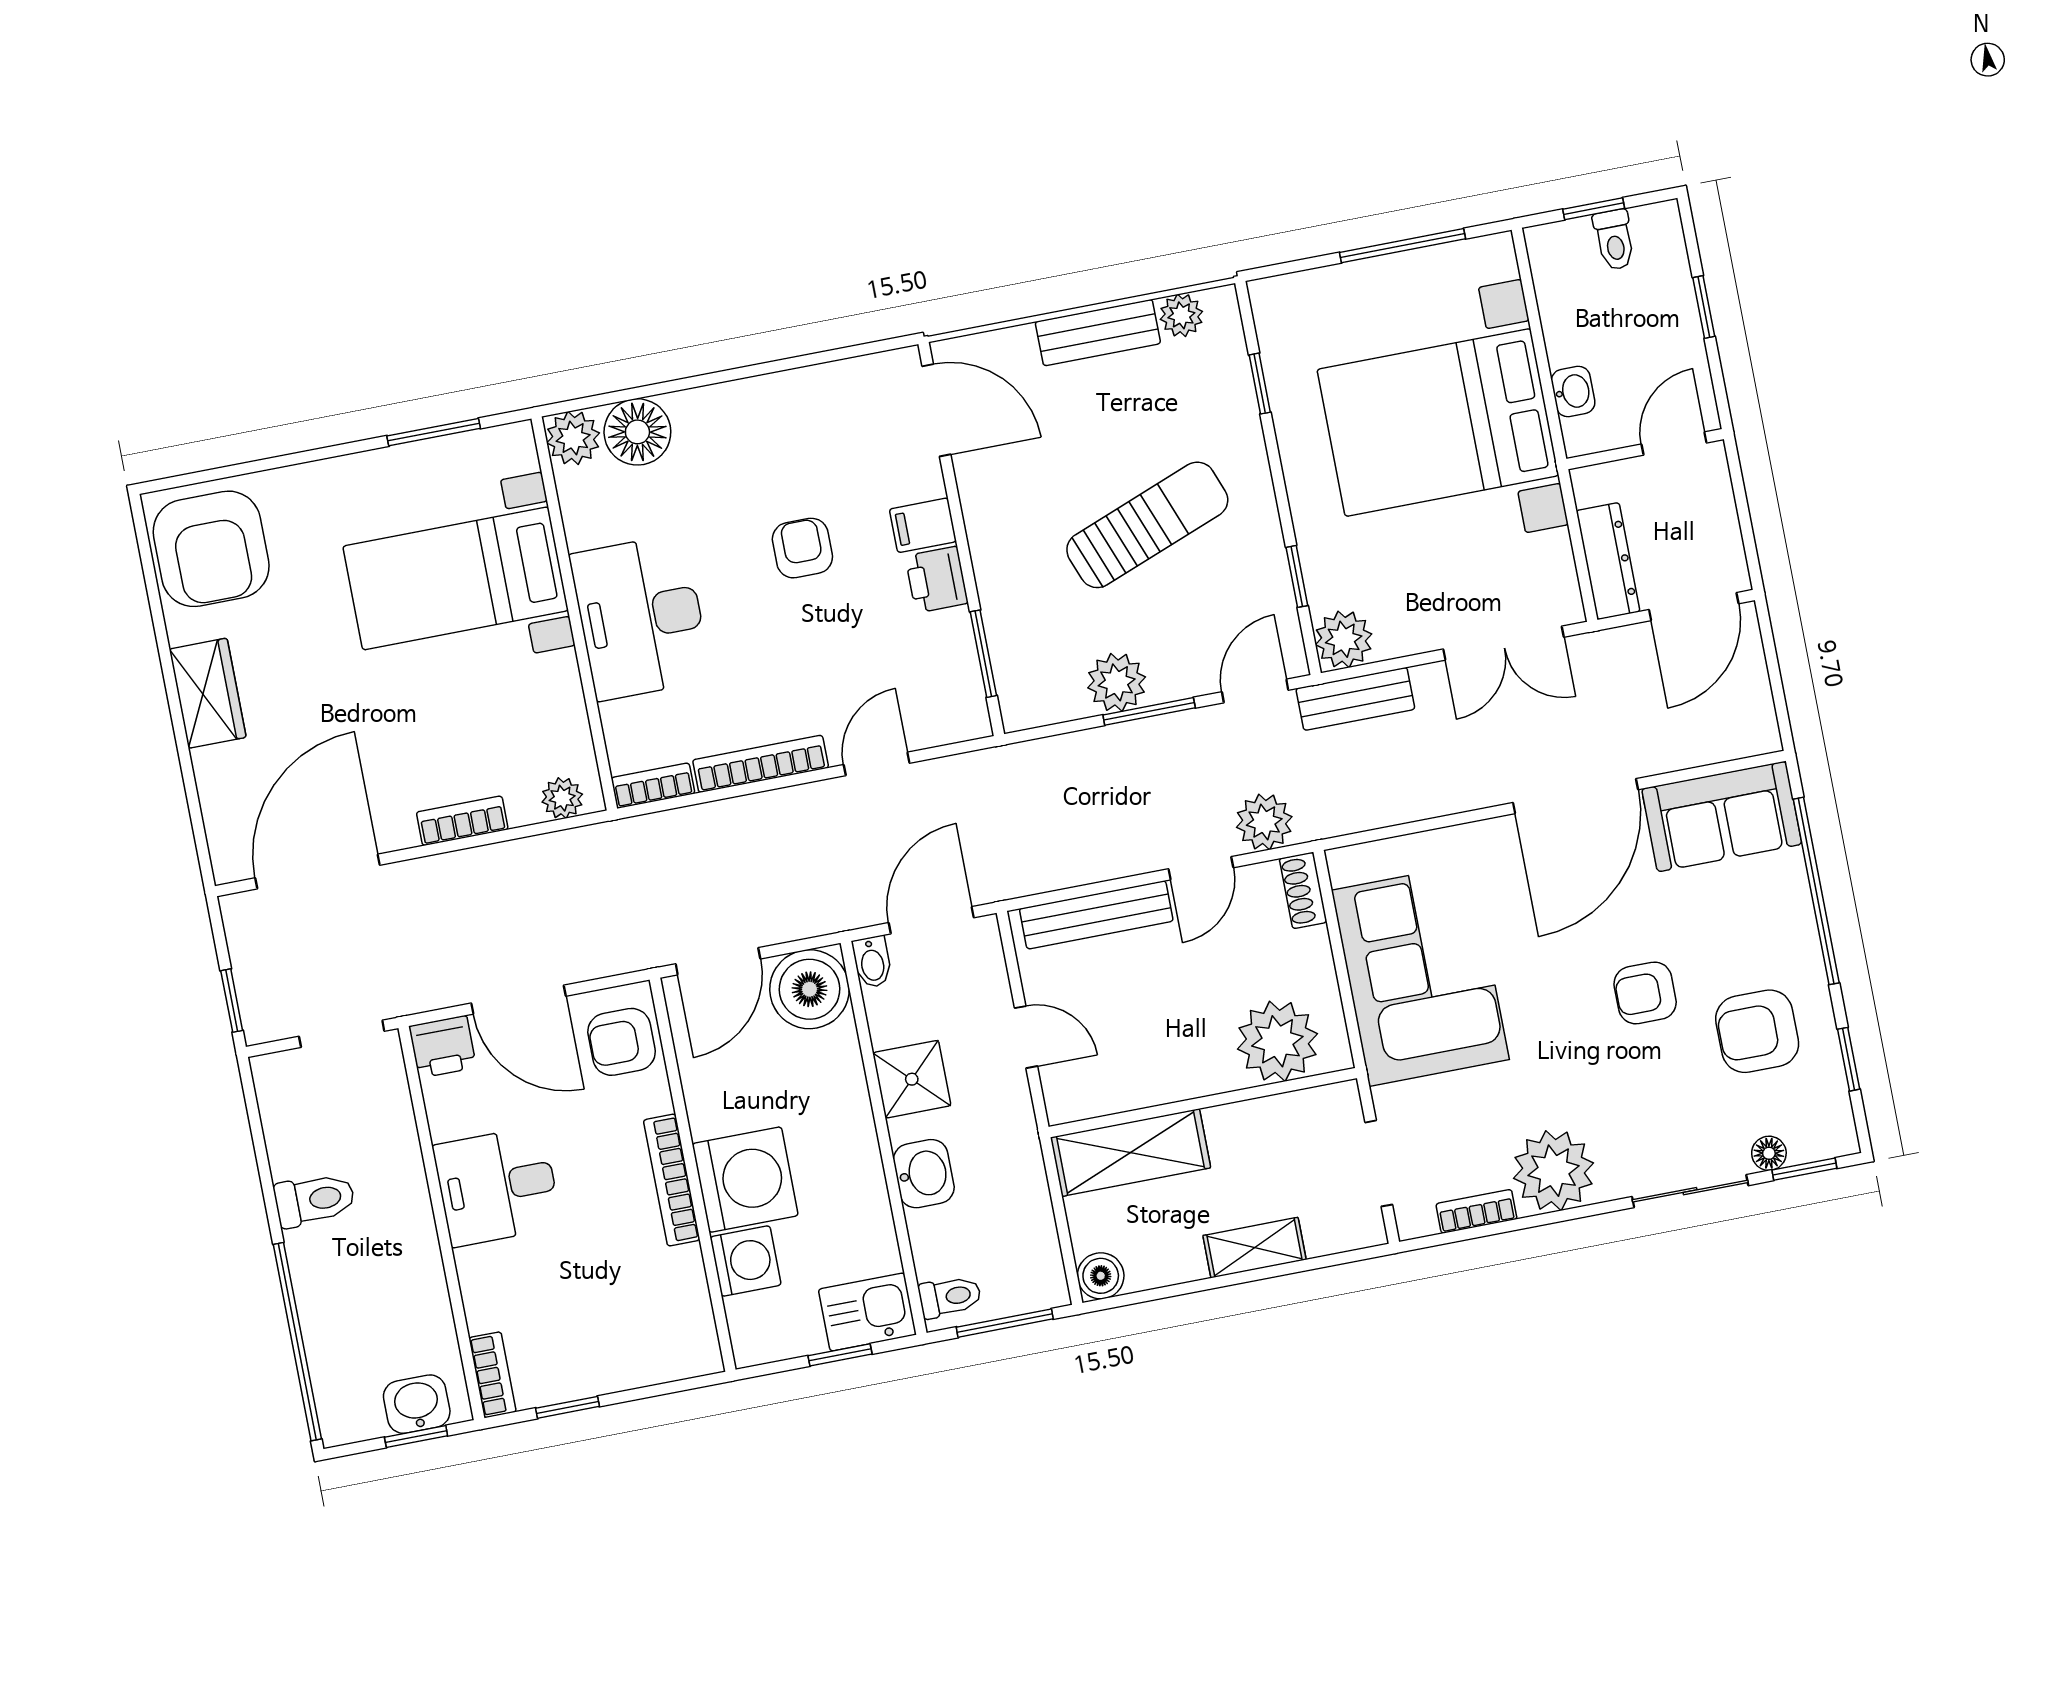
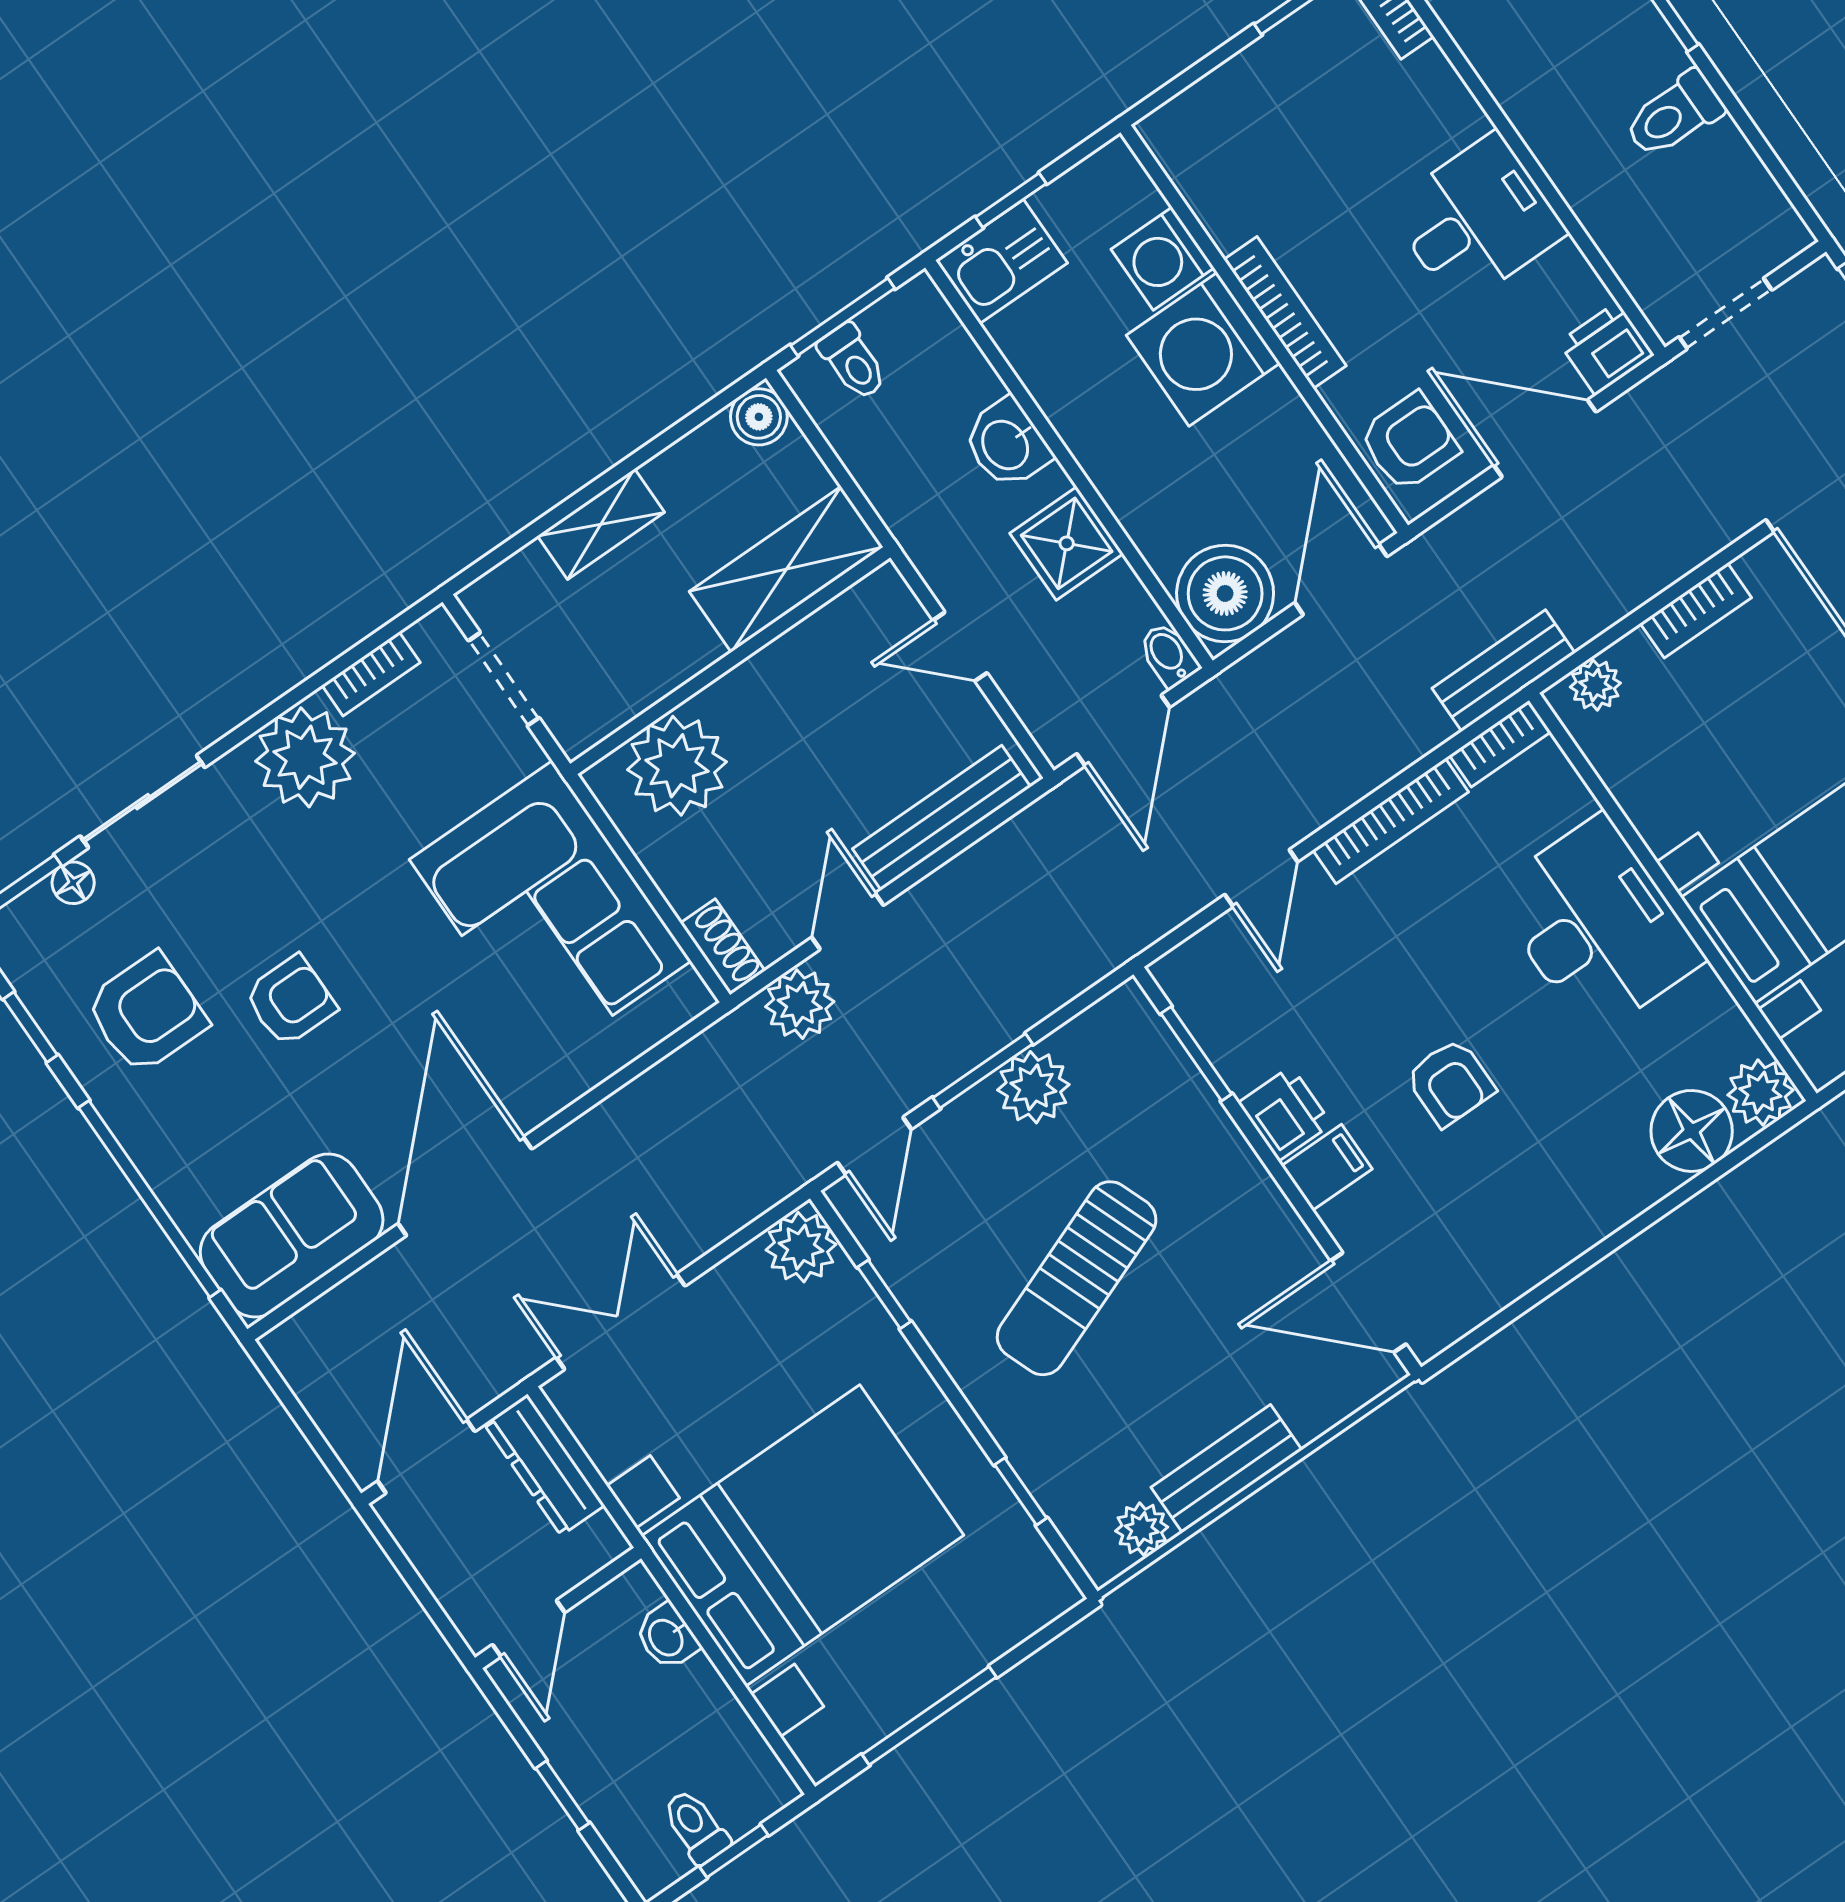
bench: (1355, 699) -> (1504, 671), moved
toilet: (950, 1297) -> (853, 362), moved, turned -90

